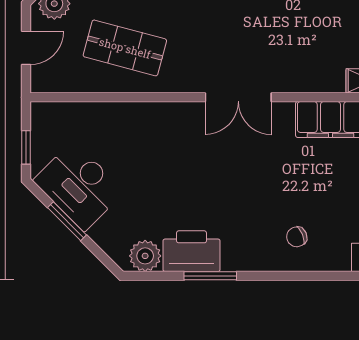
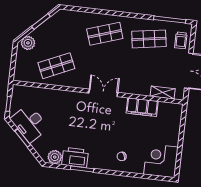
door: (26, 48) -> (13, 61), removed
shop shelf: (125, 48) -> (56, 66), turned -39
double door: (238, 97) -> (103, 93), swing flipped

